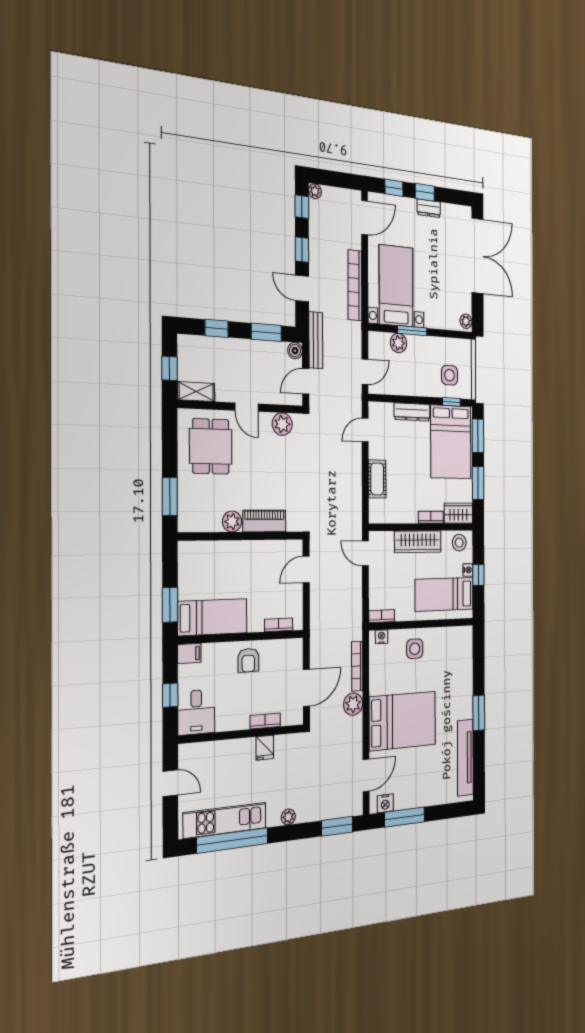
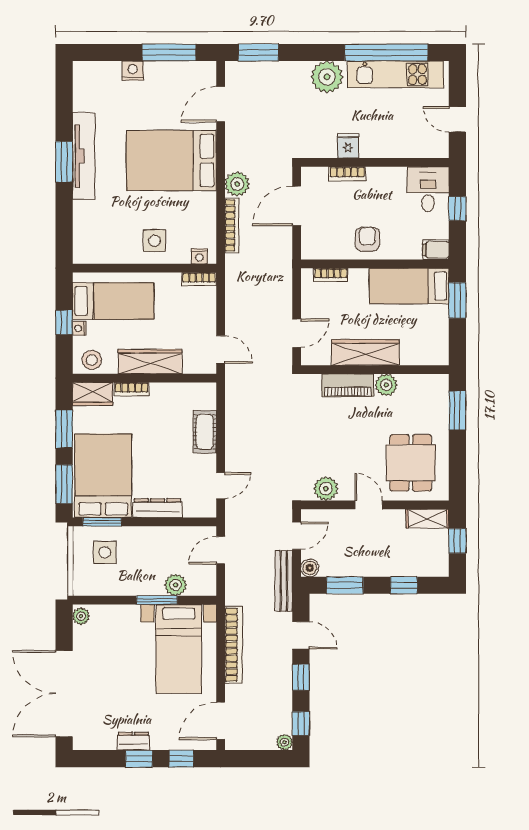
window: (451, 402) -> (102, 522), width x1.50
wardrobe: (250, 552) -> (365, 352), added
tv unit: (465, 758) -> (84, 156), moved
nightstand: (385, 803) -> (133, 71), moved
plant: (288, 817) -> (327, 77), width x1.88, depth x1.88

